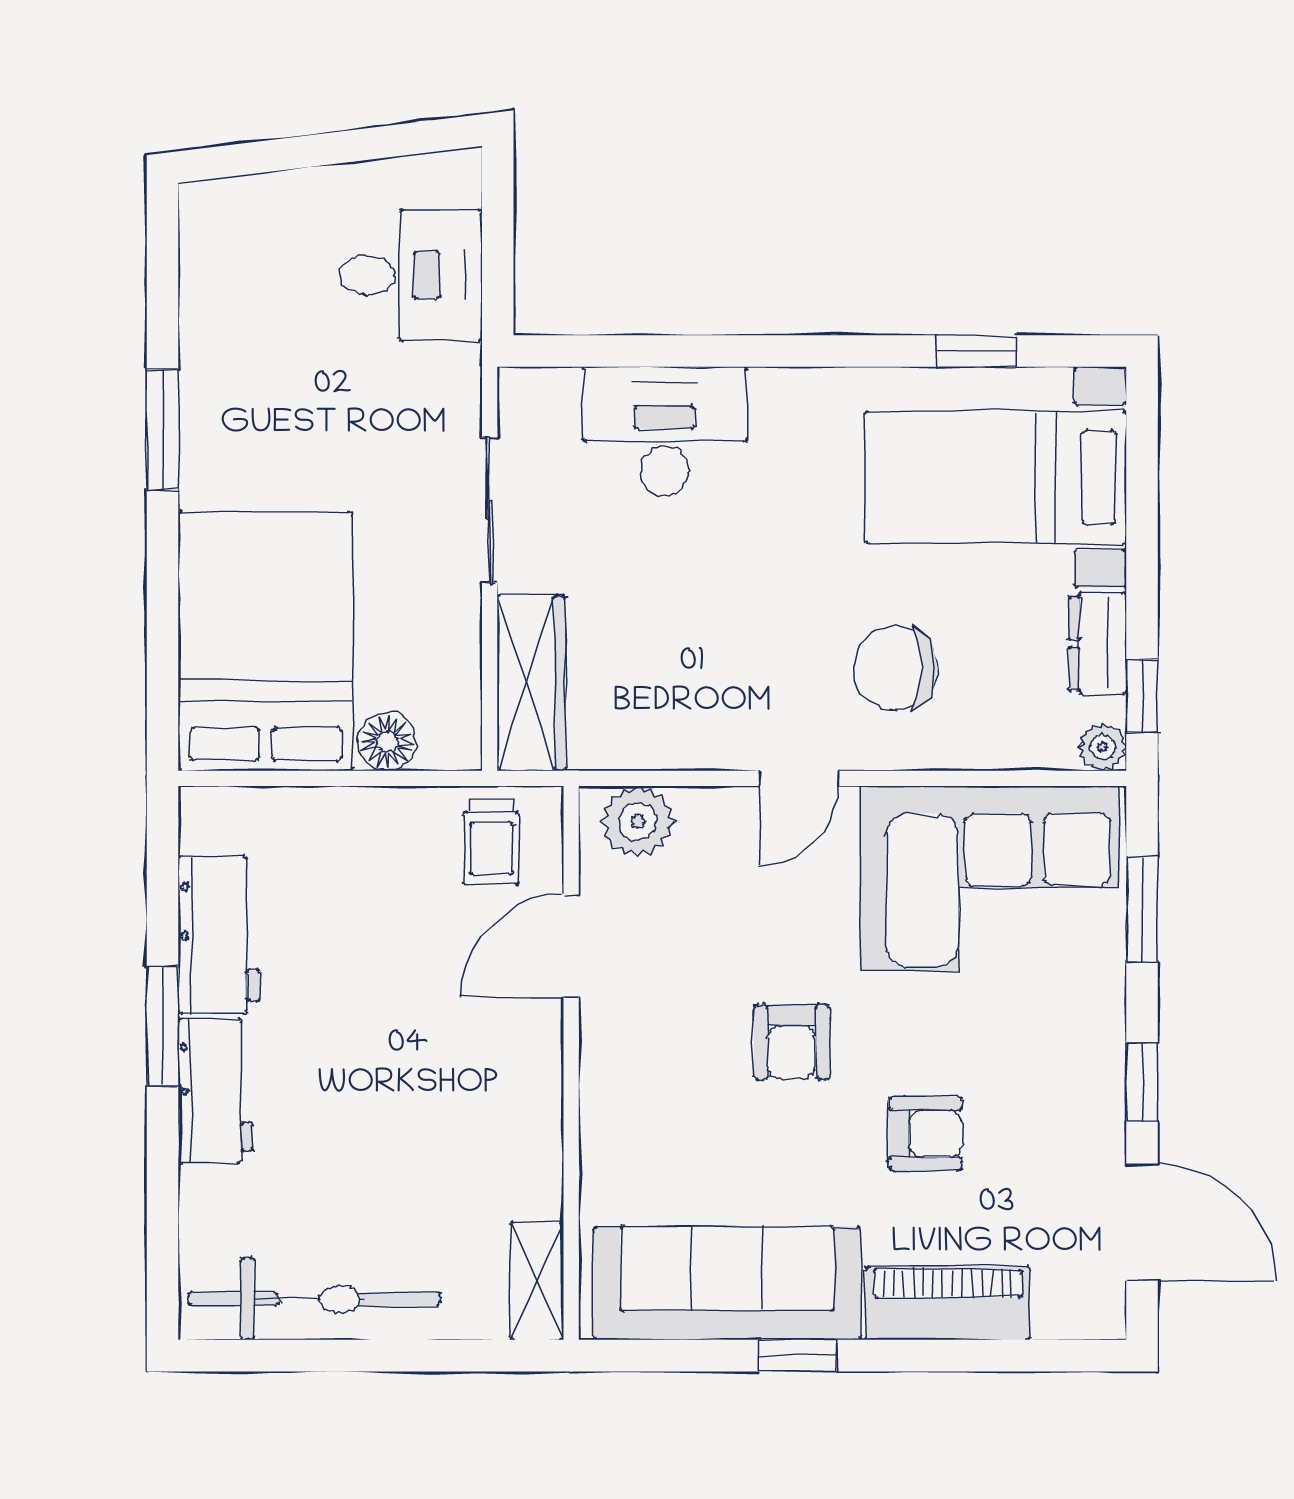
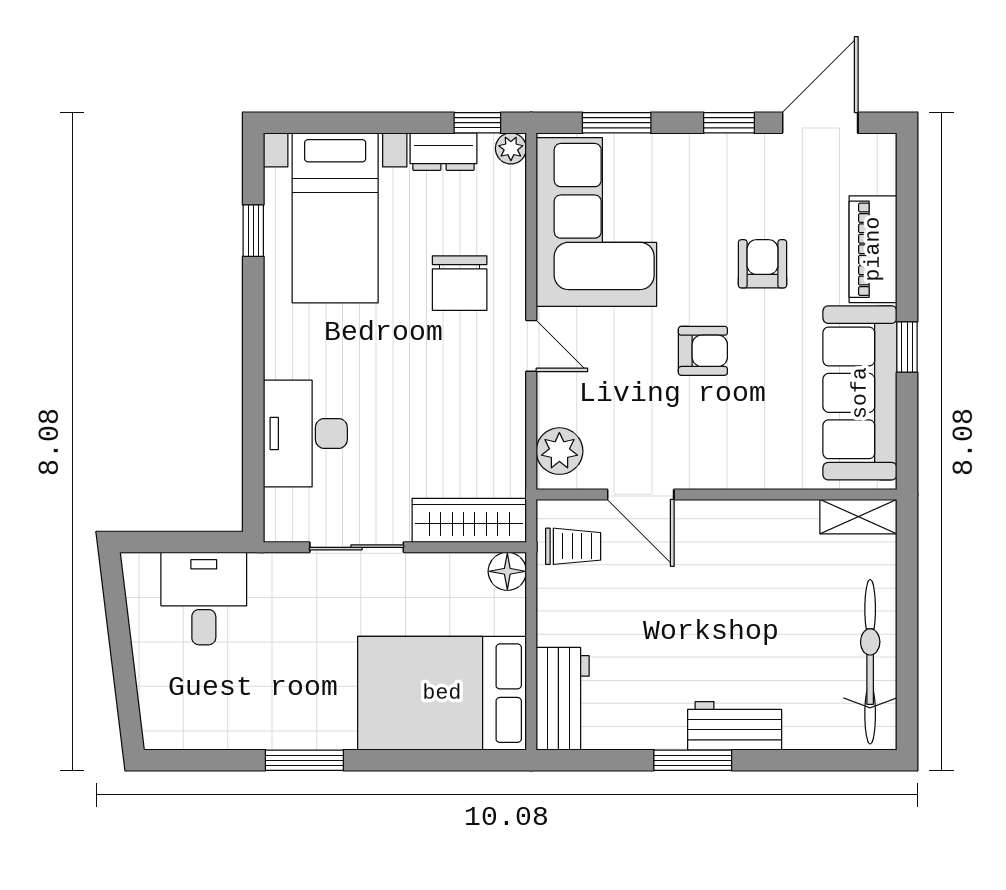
floor lamp: (387, 741) -> (507, 571), moved
workbench: (219, 935) -> (563, 699), moved, turned 90

